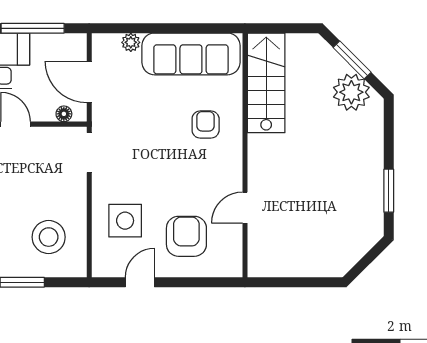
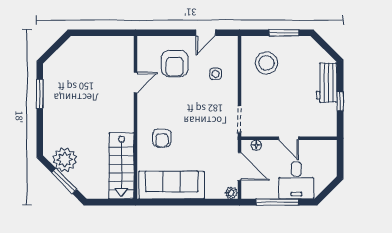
plant: (131, 42) -> (231, 193), moved
side table: (125, 221) -> (216, 74), width x0.54, depth x0.54

